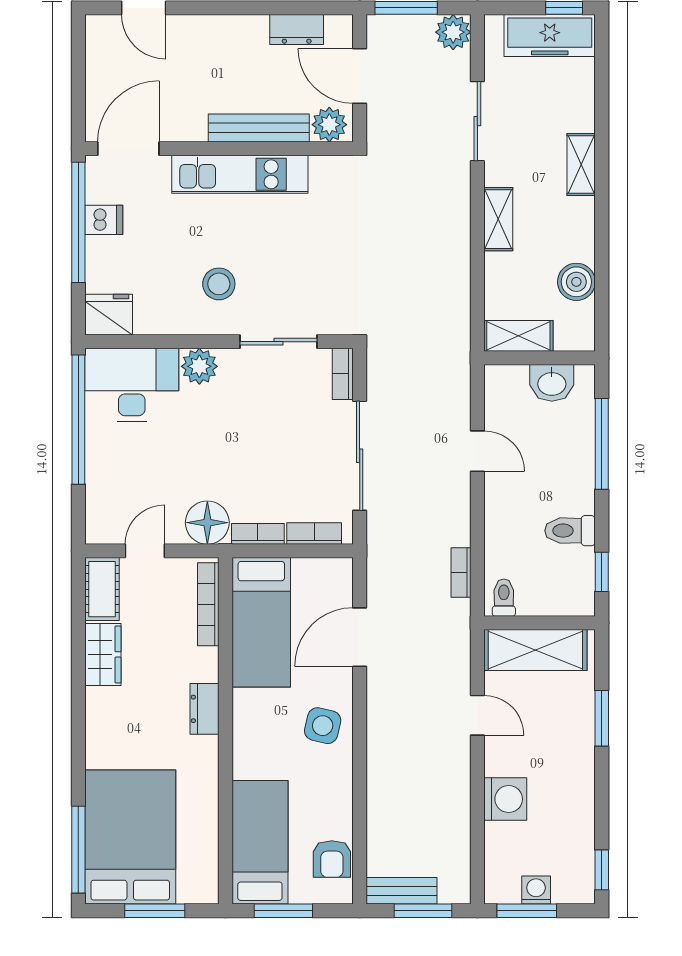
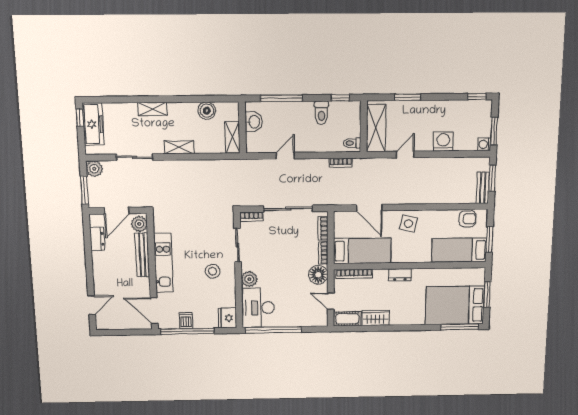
washing machine: (536, 890) -> (484, 144), moved

